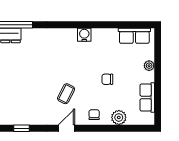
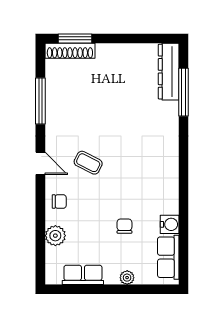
water cooler: (84, 35) -> (170, 224), moved
chair: (107, 79) -> (124, 226), moved
window: (21, 128) -> (40, 101), width x2.17

